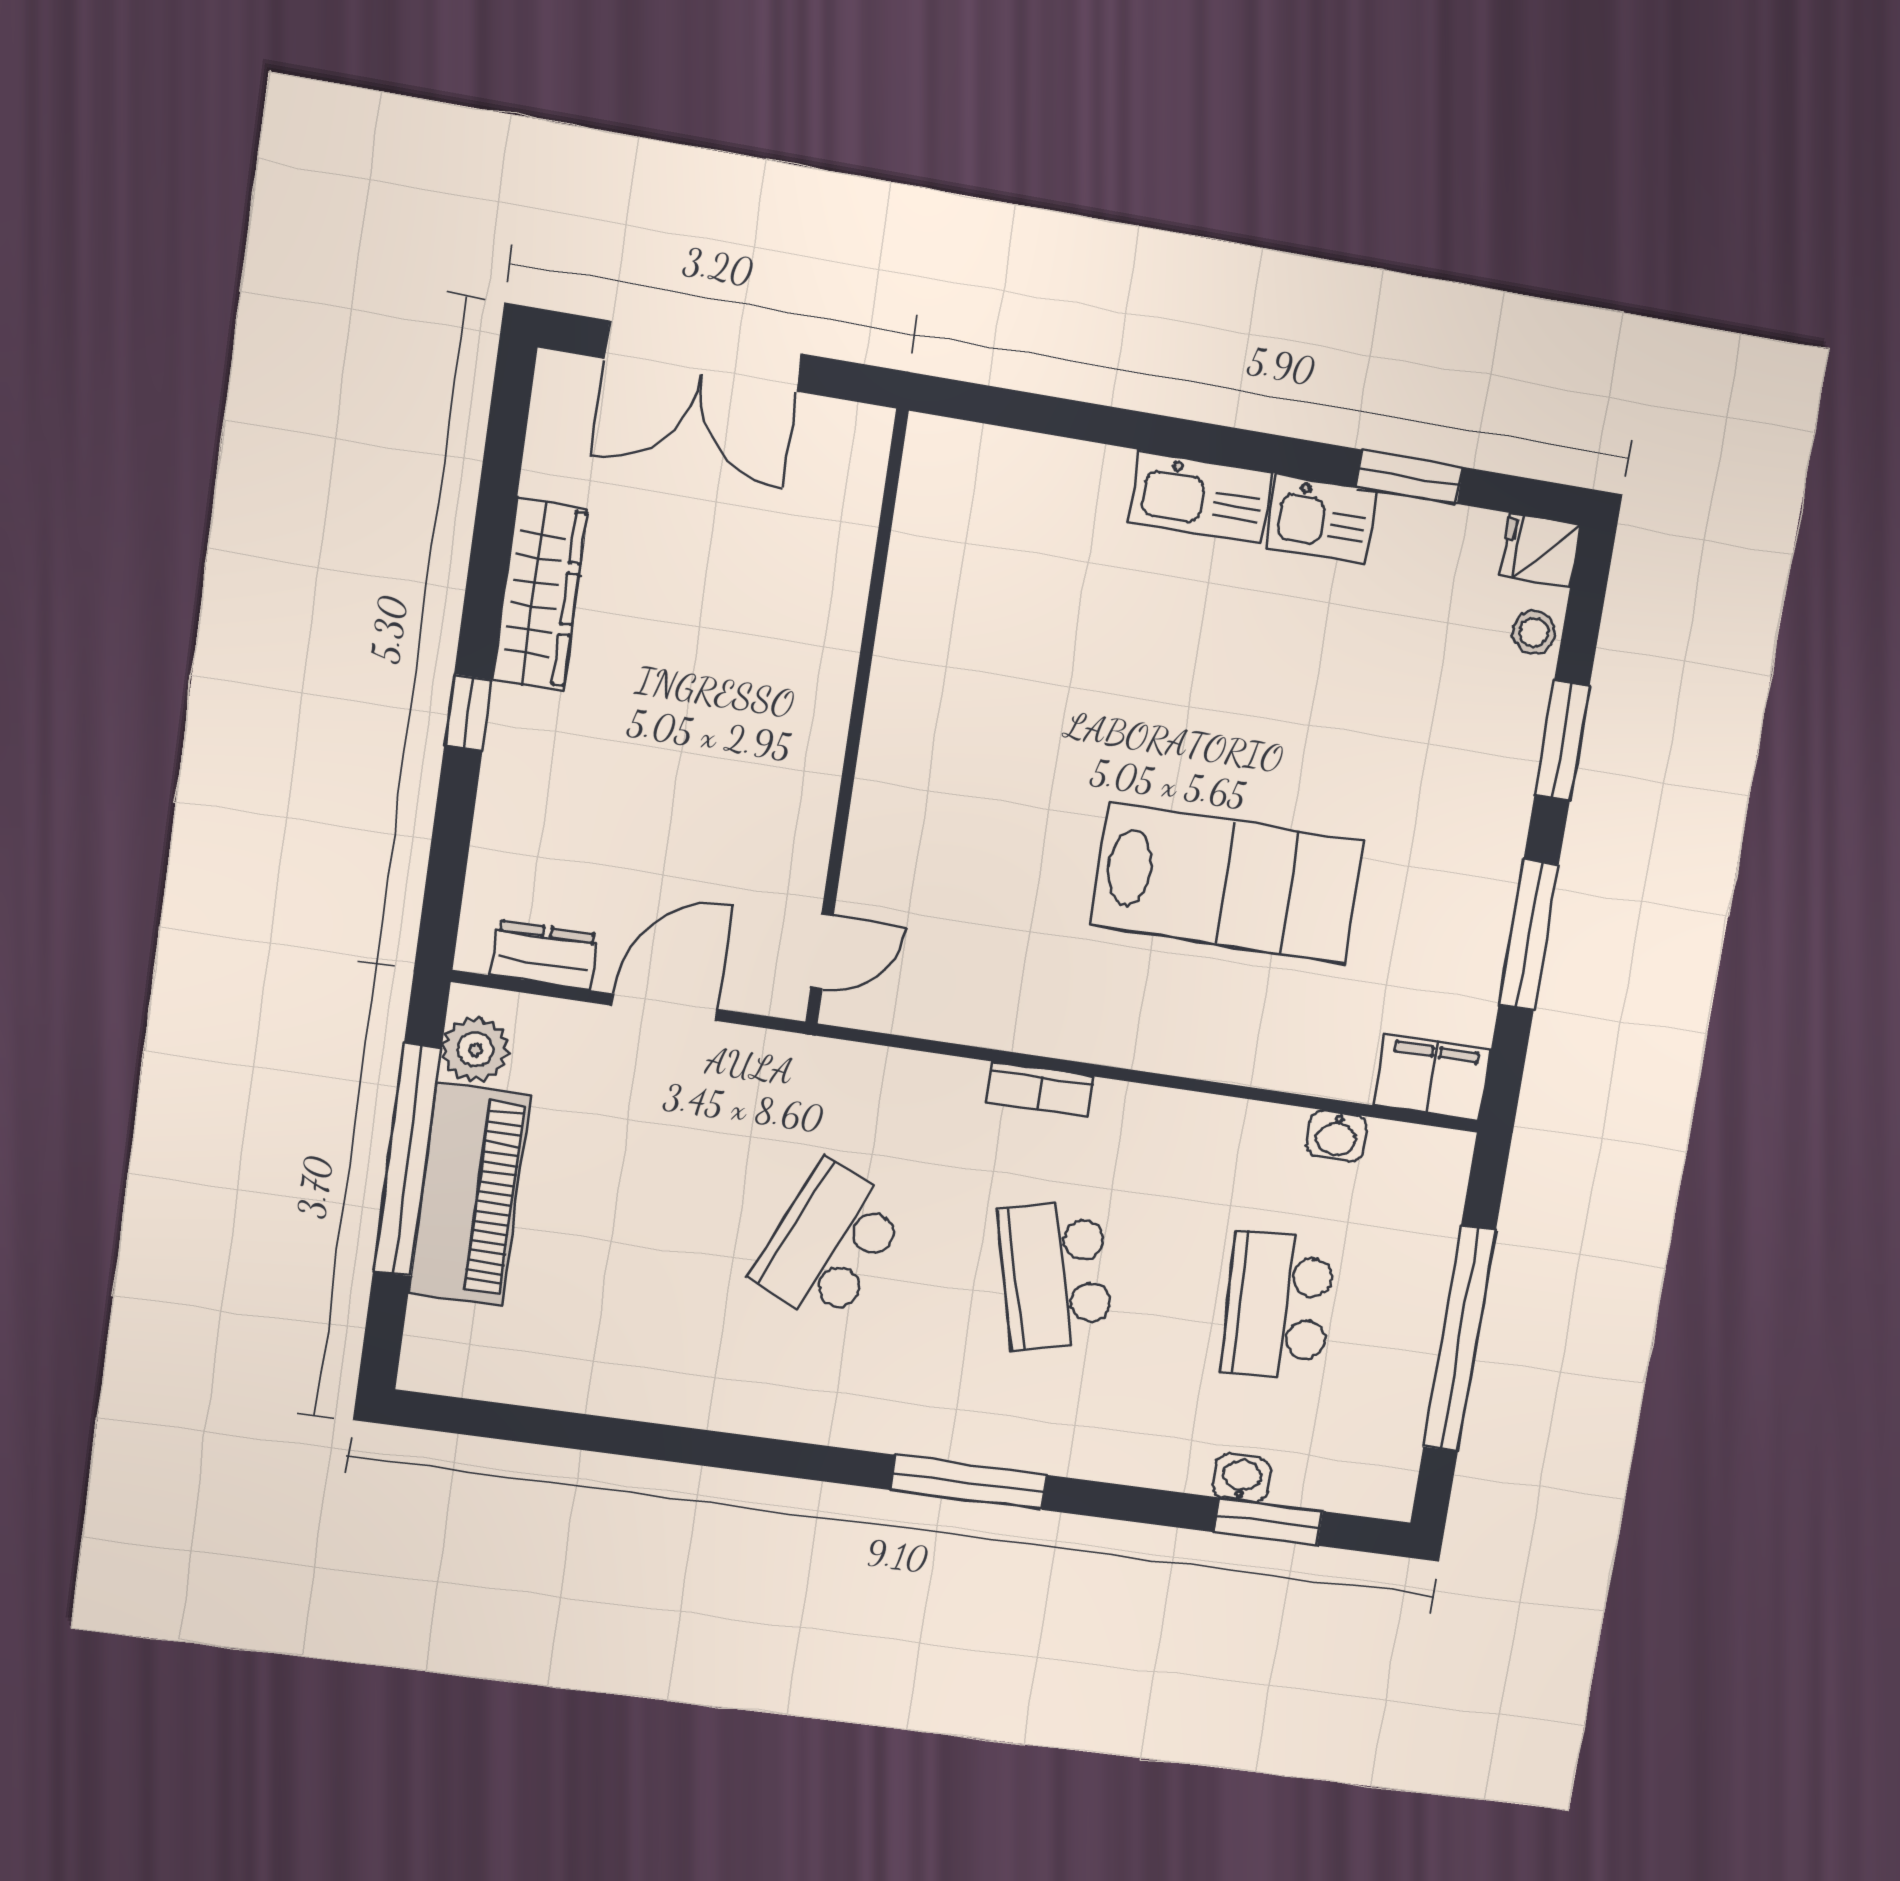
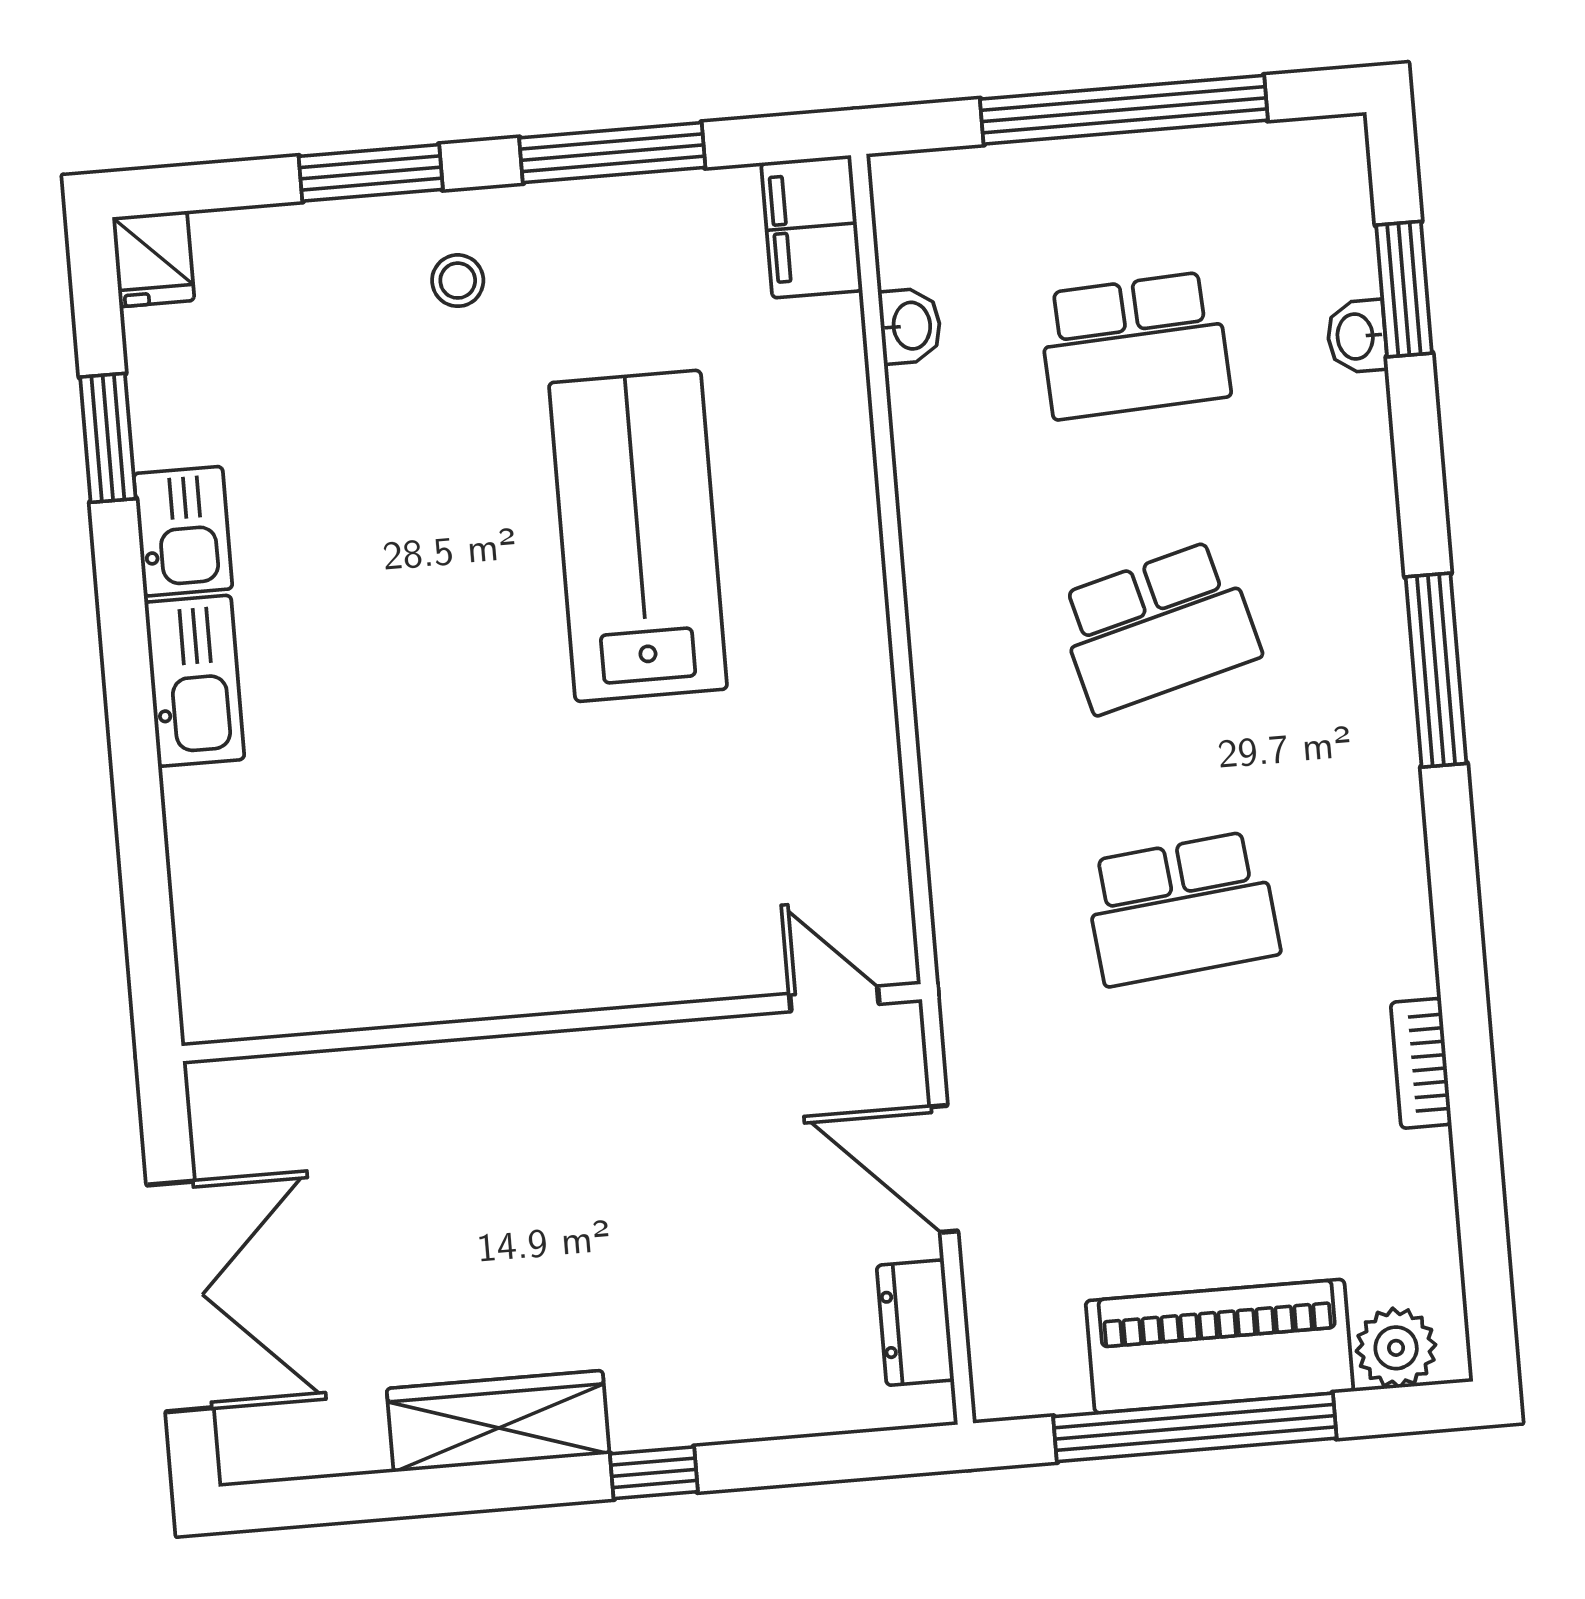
stool: (1534, 632) -> (458, 281), moved
plant: (475, 1050) -> (1396, 1348), moved
bookcase: (1040, 1089) -> (1421, 1063), moved, turned 180
school desk: (829, 1243) -> (1181, 908), turned -30

